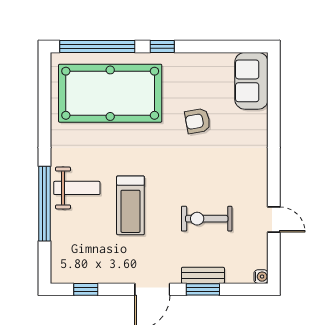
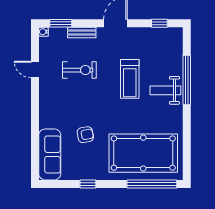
window: (162, 47) -> (88, 184), moved
sofa: (251, 81) -> (50, 154), width x1.36
treadmill: (130, 205) -> (130, 79), turned 180
window: (203, 289) -> (61, 23), moved

